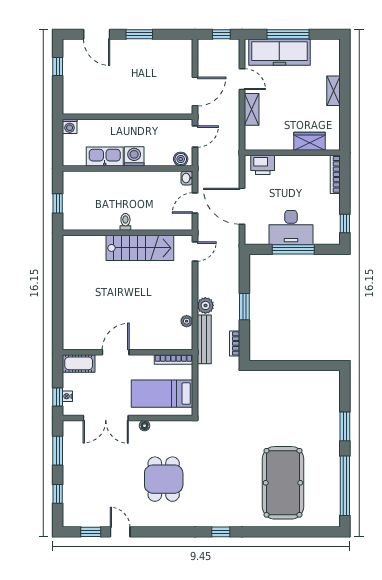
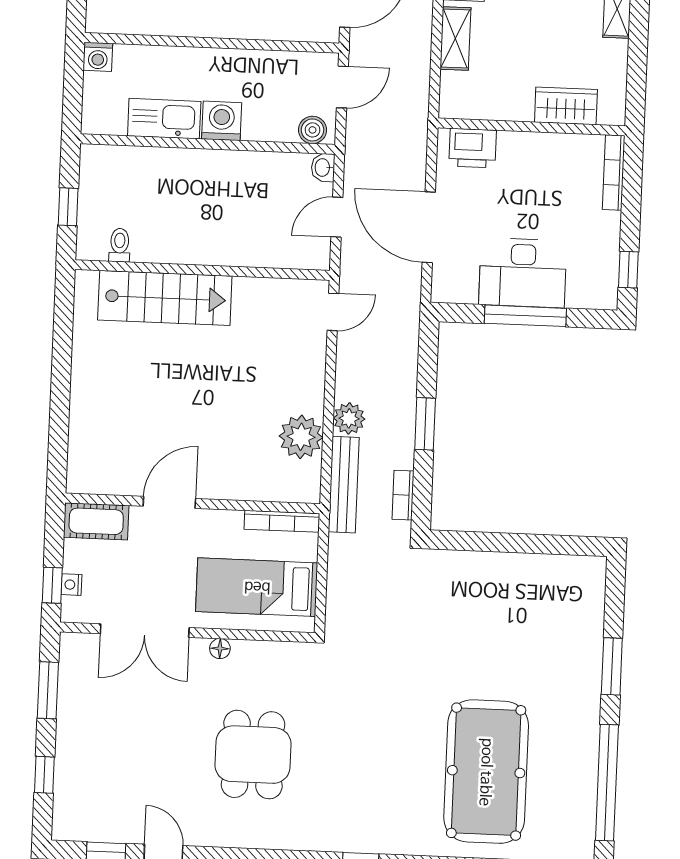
toilet: (125, 222) -> (120, 245), moved
stairs: (140, 248) -> (165, 298), moved
plant: (187, 321) -> (301, 437), width x1.88, depth x1.88

